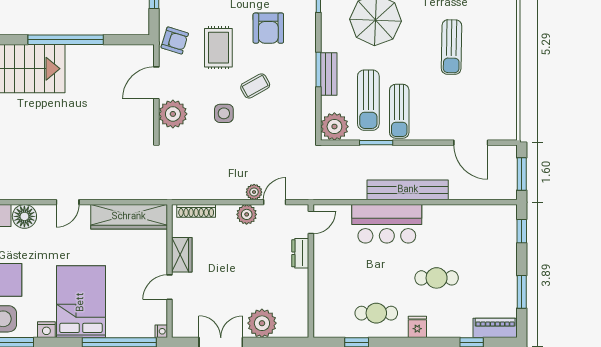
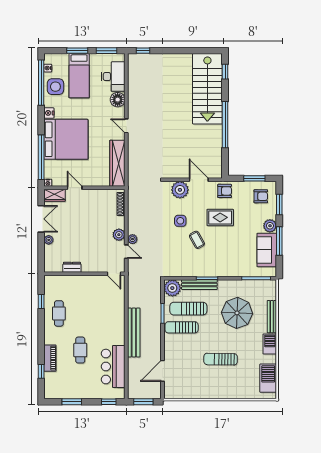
armchair: (268, 28) -> (232, 248), removed
armchair: (175, 40) -> (225, 191), turned -107
bench: (329, 74) -> (199, 285), width x1.36
bar counter: (387, 224) -> (113, 367), moved
dresser: (300, 253) -> (72, 267), moved
wardrobe: (182, 255) -> (55, 195), moved
bed: (81, 302) -> (66, 139), width x1.36
plant: (262, 323) -> (49, 240), width x0.53, depth x0.53
fridge: (417, 327) -> (51, 338), removed
piano: (495, 328) -> (50, 358), moved

